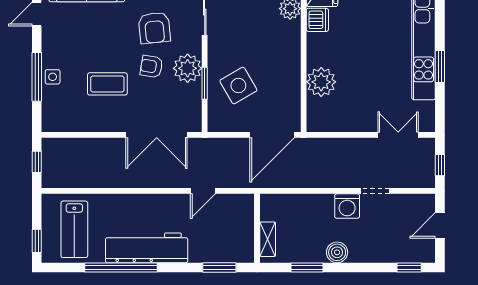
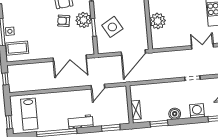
coffee table: (107, 84) -> (17, 48), moved
washing machine: (347, 206) -> (197, 111), moved, turned 180
workbench: (147, 248) -> (81, 122), width x0.53, depth x0.76

